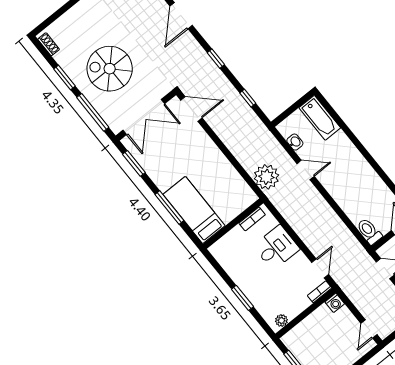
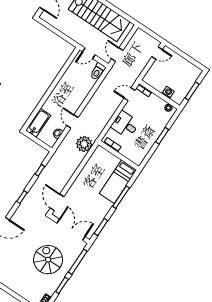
spiral stairs: (110, 69) -> (48, 260), turned 180
washing machine: (335, 303) -> (168, 92), moved

